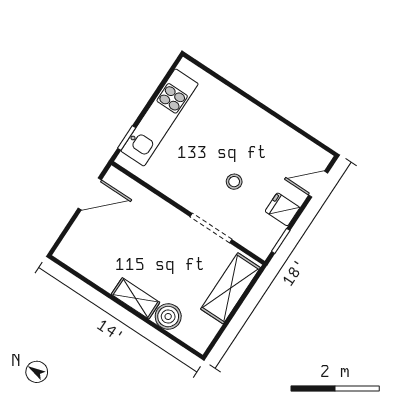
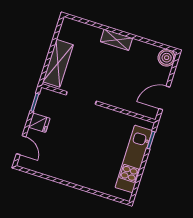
stool: (234, 182) -> (75, 132), removed
door: (318, 184) -> (21, 145), hinge flipped
boiler: (168, 317) -> (167, 58), moved

